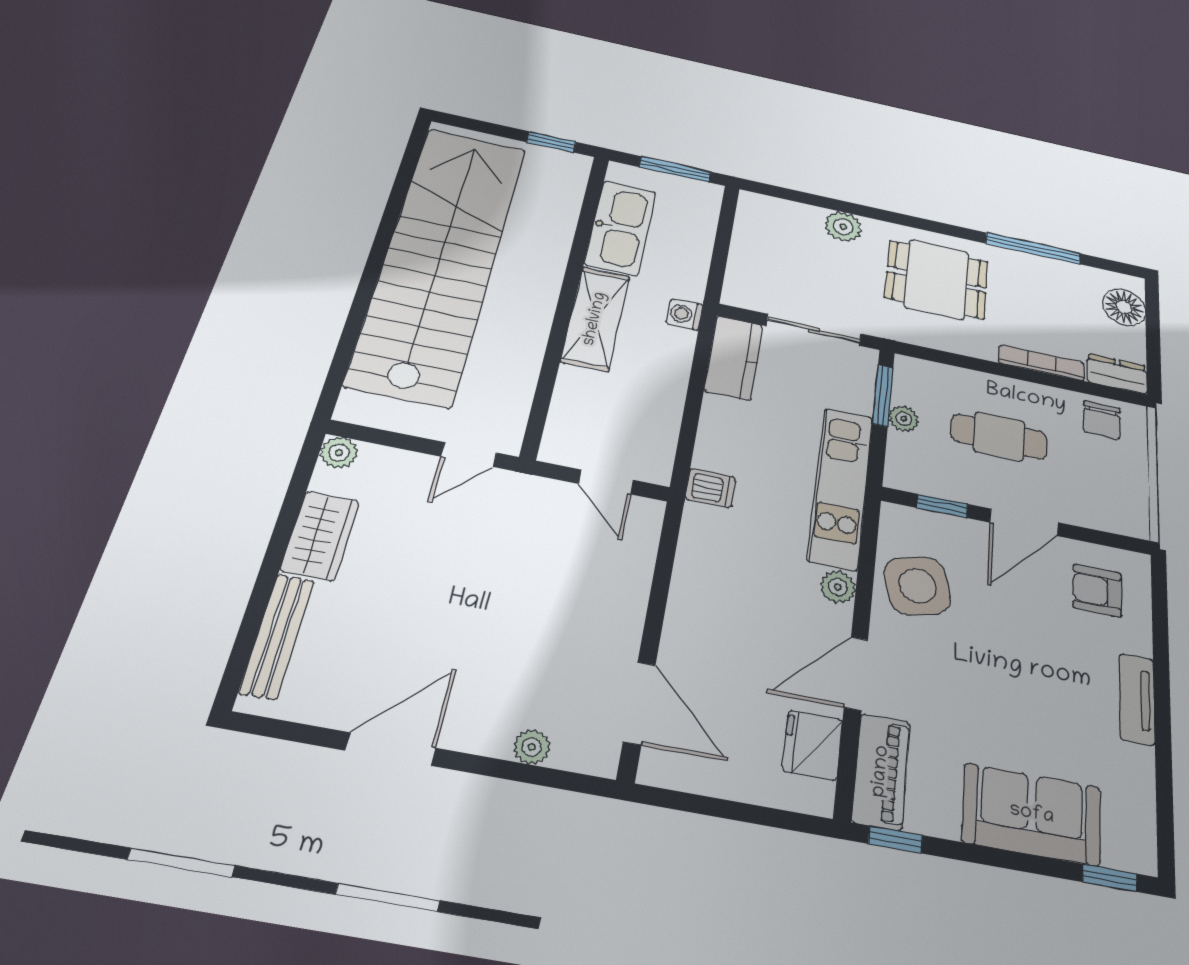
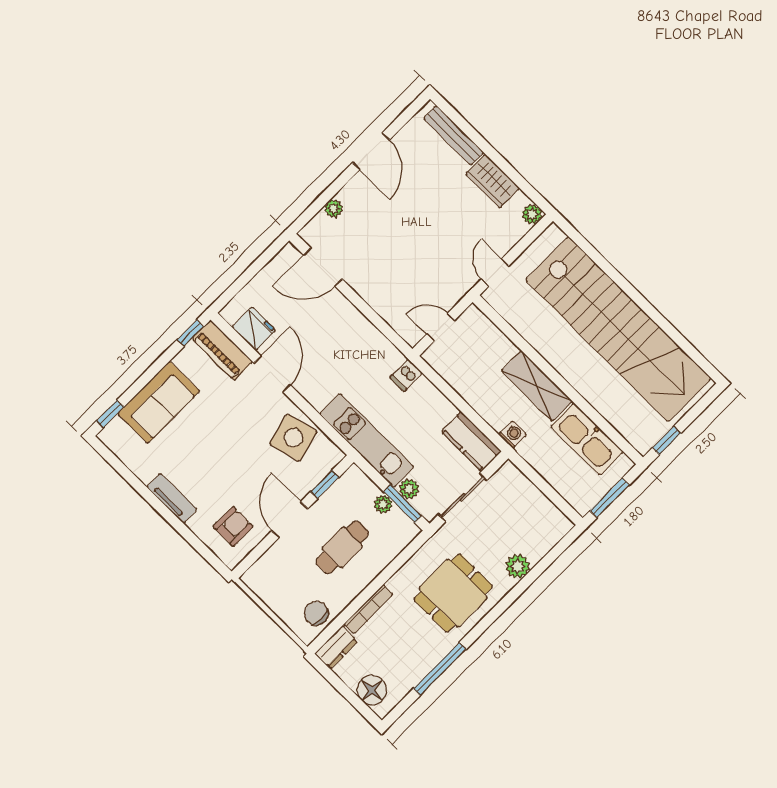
plant: (838, 587) -> (409, 489), moved

